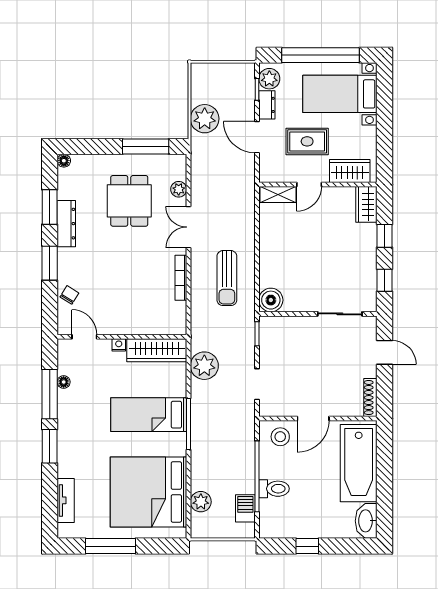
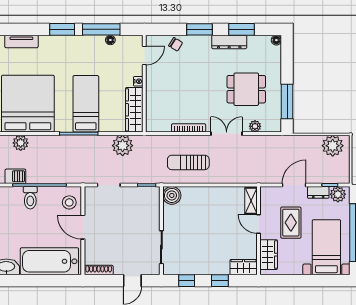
plant: (205, 119) -> (333, 146), moved

